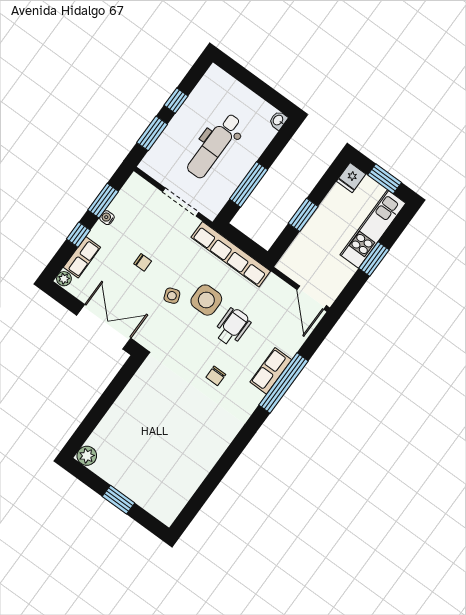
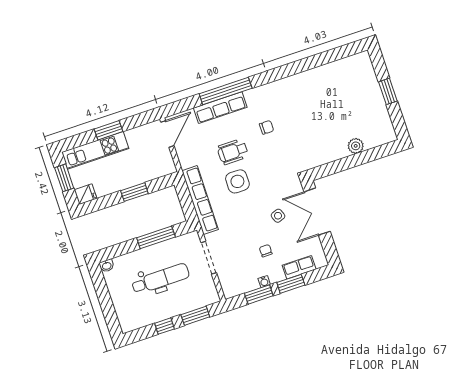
window: (78, 235) -> (291, 284), width x1.50
chair: (143, 262) -> (266, 251), moved
plant: (64, 279) -> (321, 262), removed
side table: (172, 296) -> (278, 216), moved
row of seats: (271, 371) -> (220, 108), width x1.48
plant: (87, 456) -> (356, 146), moved

